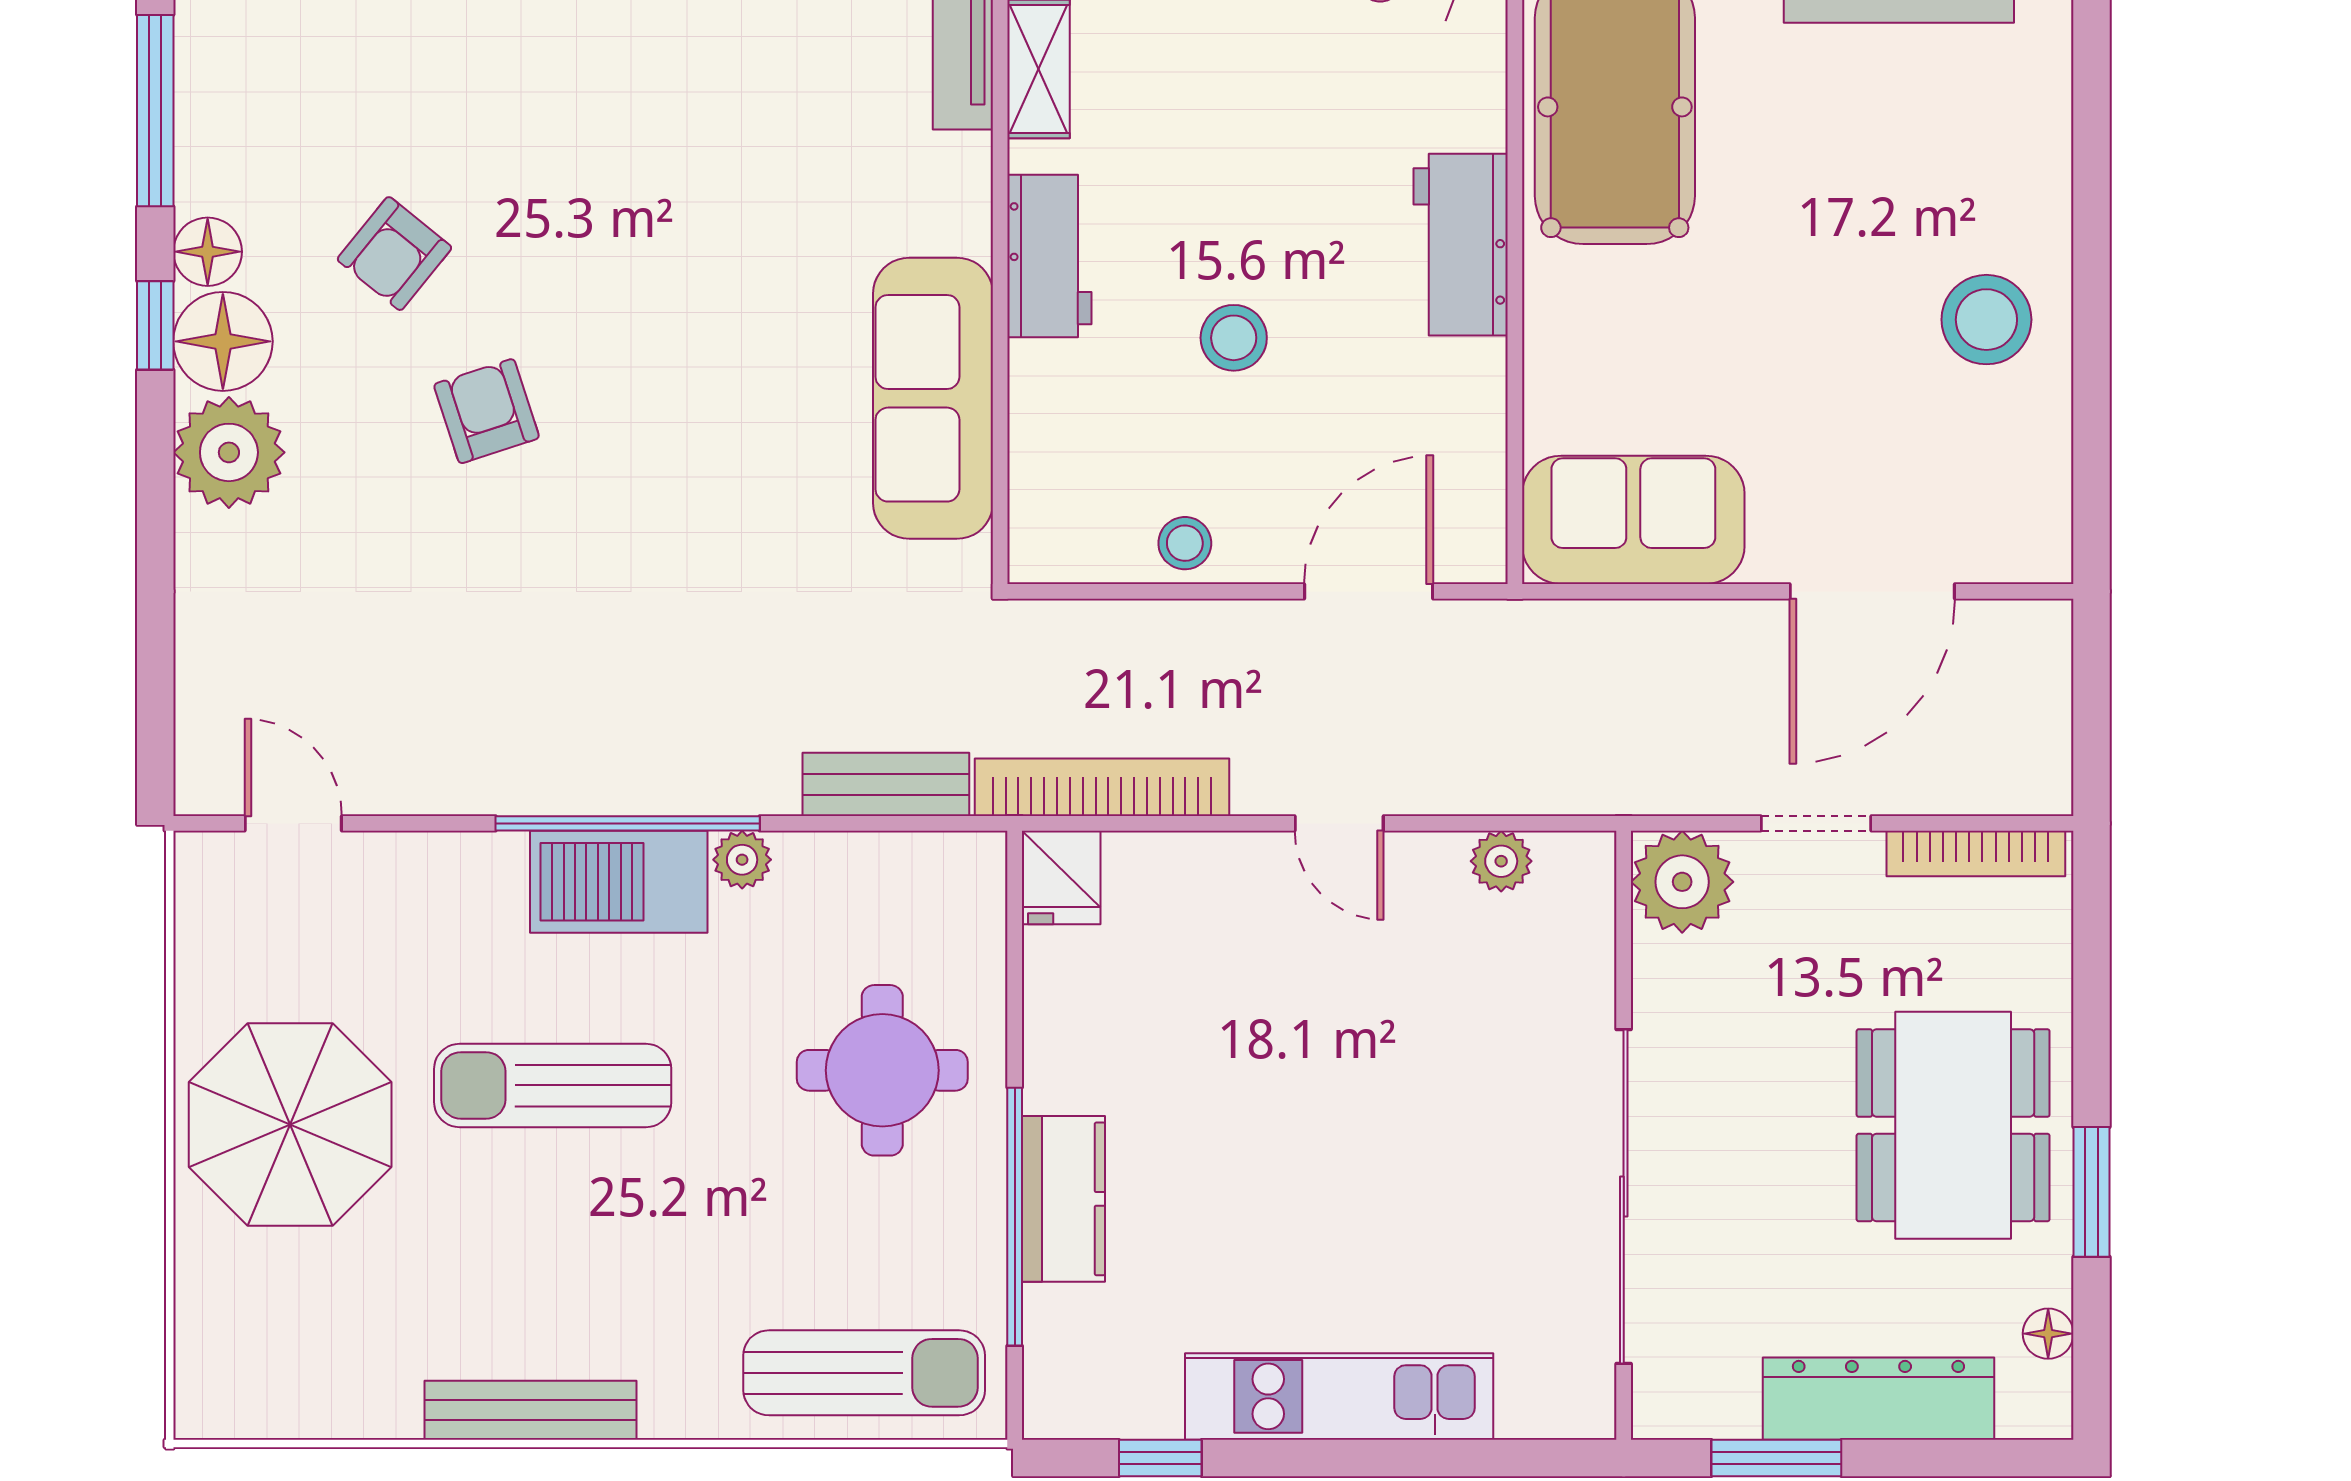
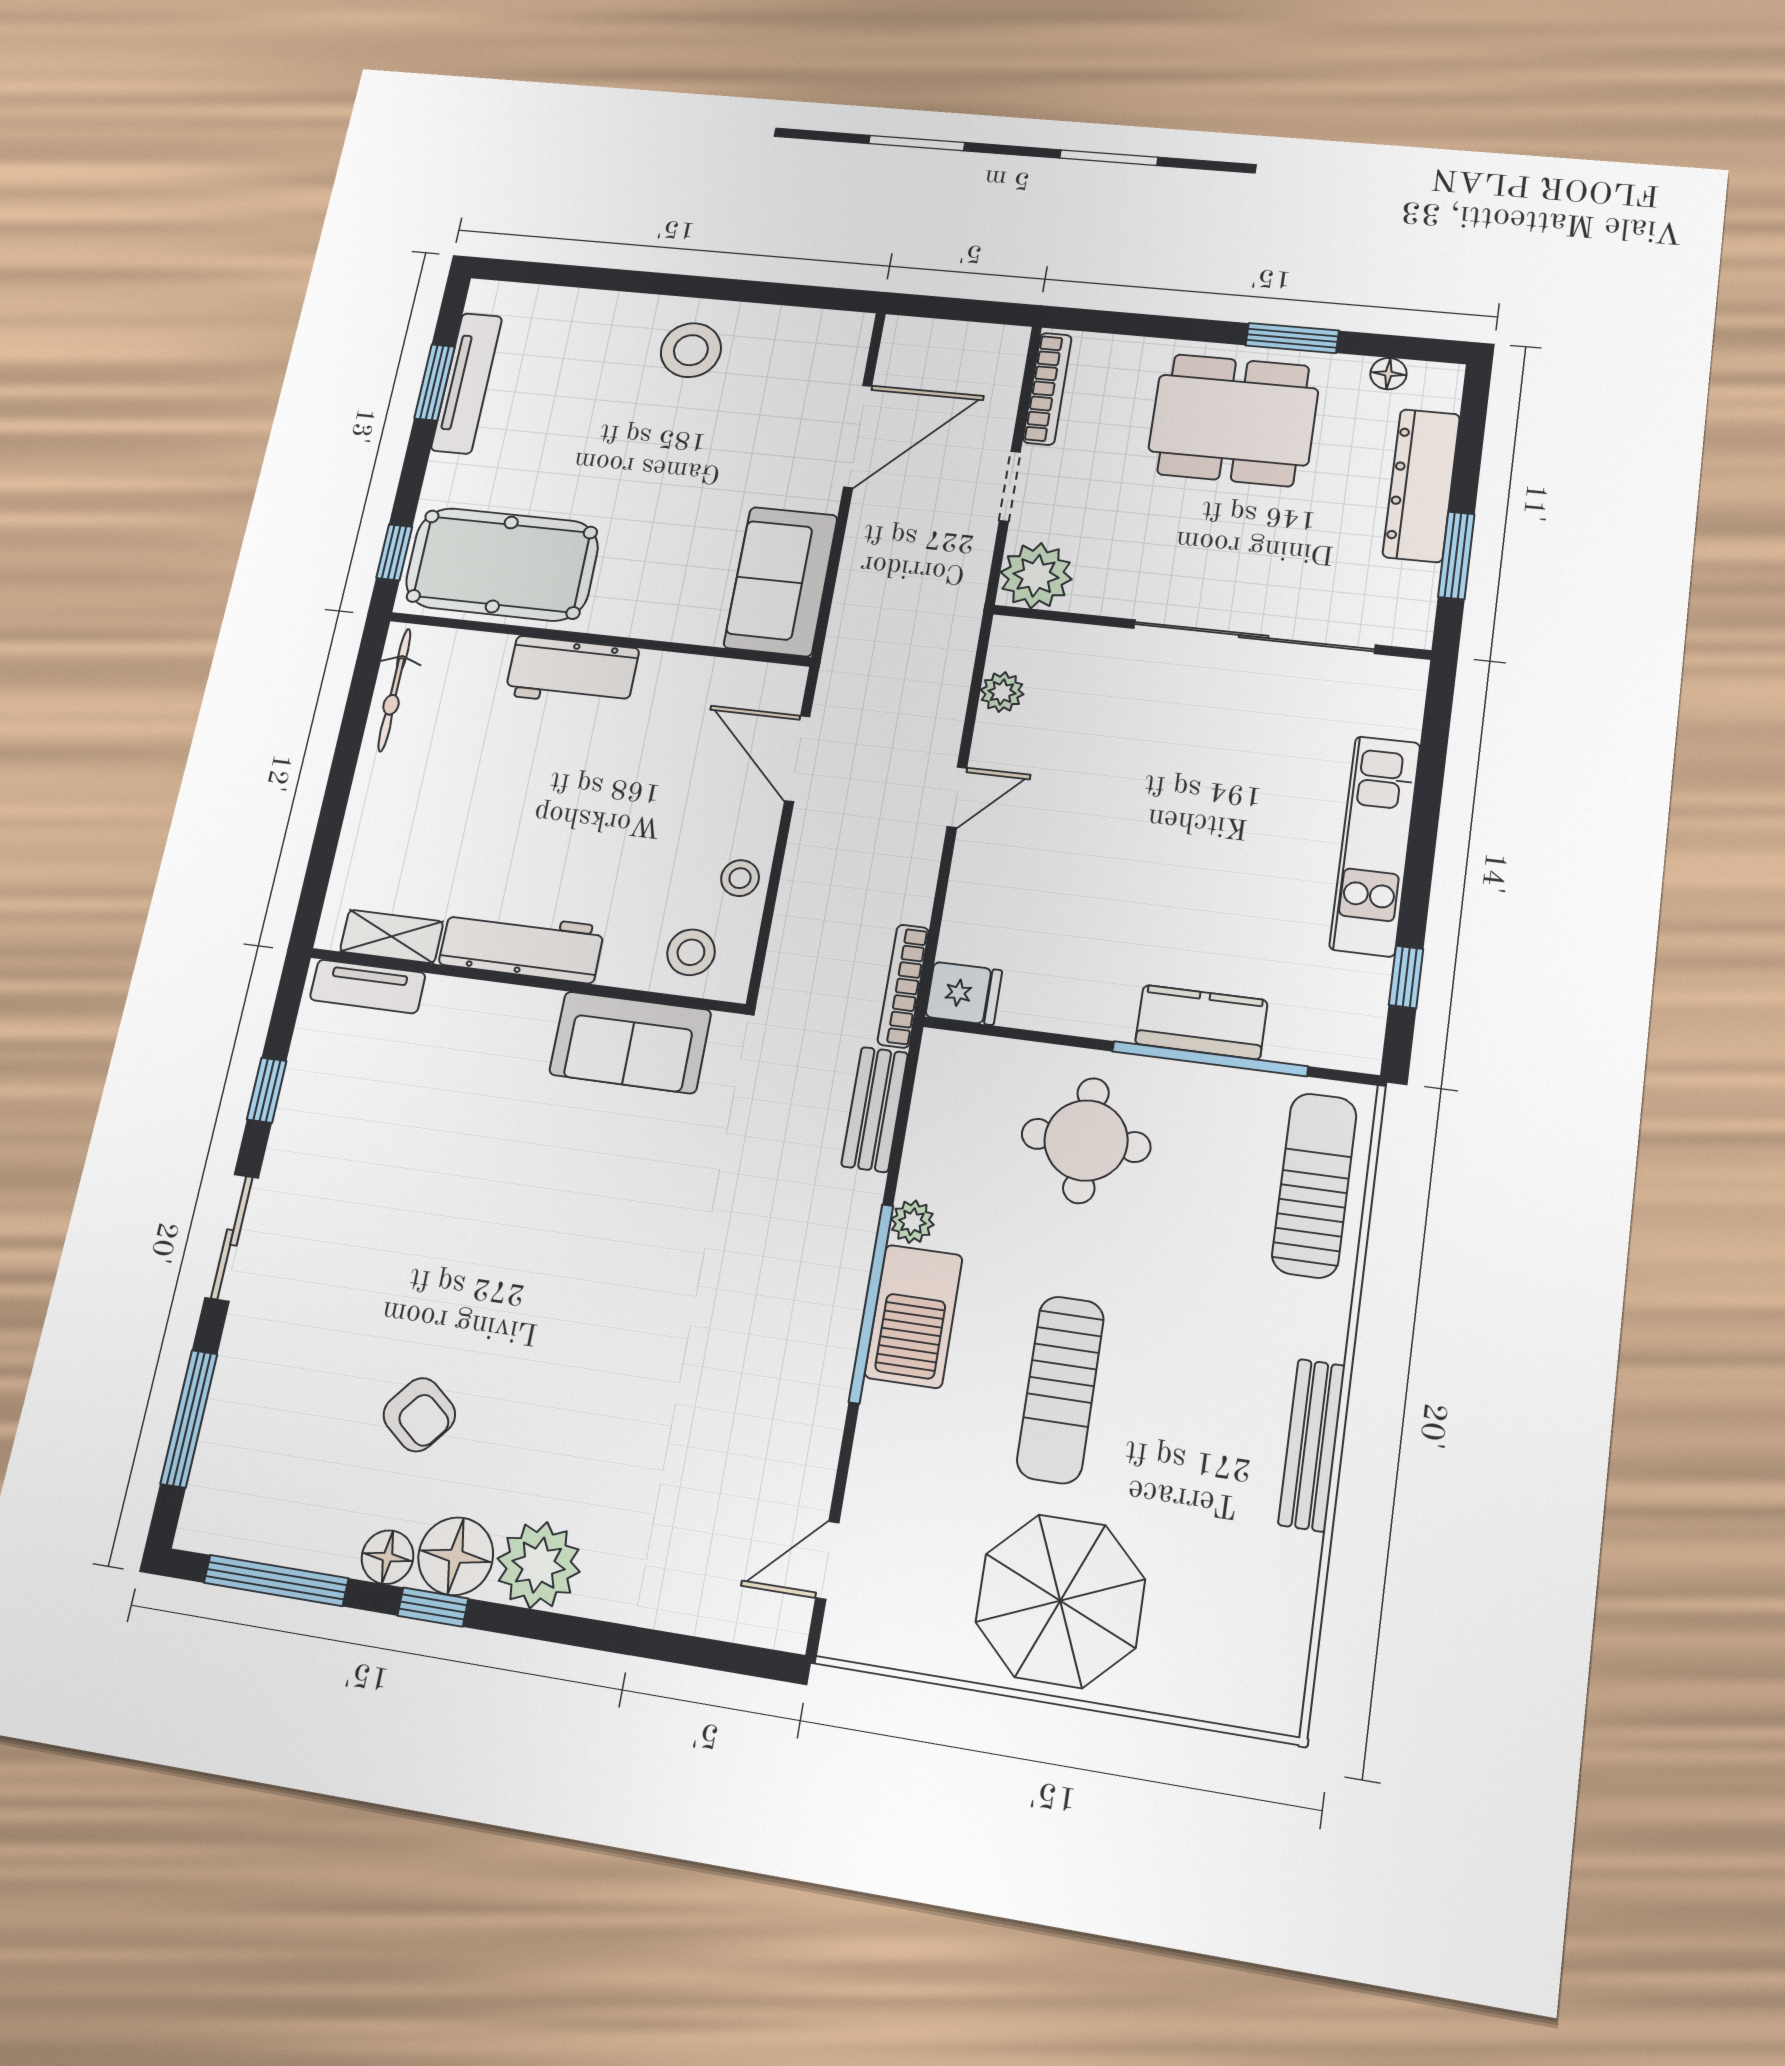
workbench: (1049, 256) -> (521, 945), width x1.38
stool: (1234, 338) -> (691, 952), moved
sofa: (933, 398) -> (630, 1042), width x0.73
armchair: (487, 411) -> (548, 1363), removed
door: (1872, 591) -> (858, 436), hinge flipped
bookcase: (1102, 787) -> (903, 986), width x0.68, depth x0.76

